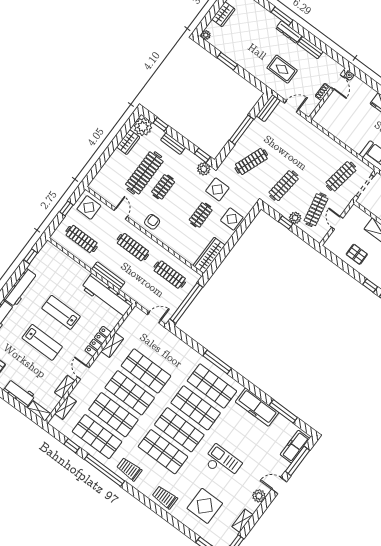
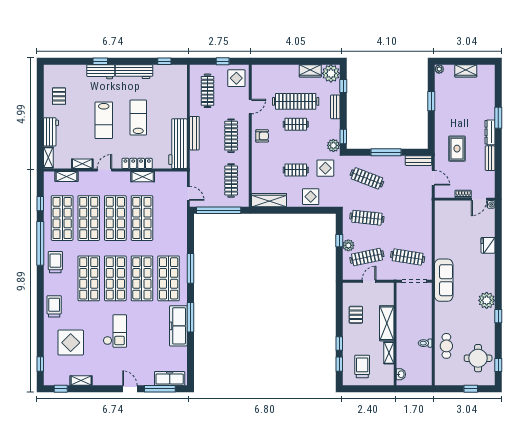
window: (283, 411) -> (190, 317), moved
plant: (259, 496) -> (110, 379), removed

